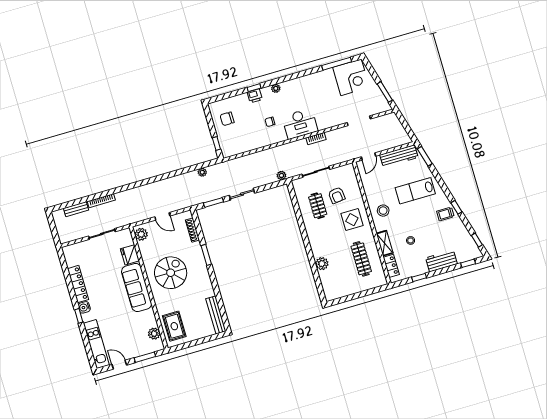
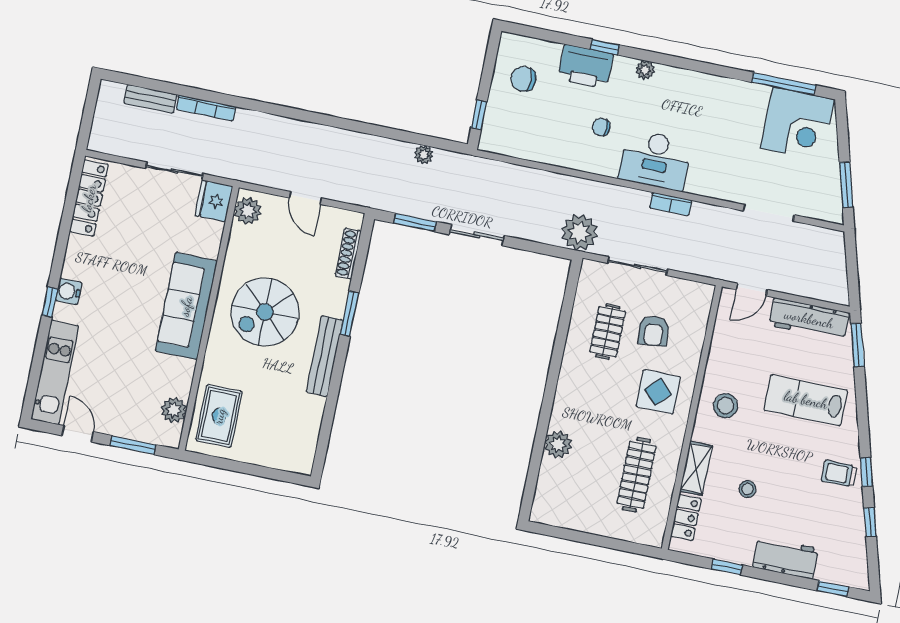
printer: (255, 96) -> (586, 66), width x1.87, depth x1.48
plant: (281, 175) -> (580, 232), width x1.88, depth x1.88
window: (477, 240) -> (870, 522), moved
fridge: (130, 255) -> (214, 201), moved
spiral stairs: (171, 273) -> (265, 312), turned 180
locker: (78, 284) -> (89, 198), moved
bench: (216, 315) -> (325, 356), moved

